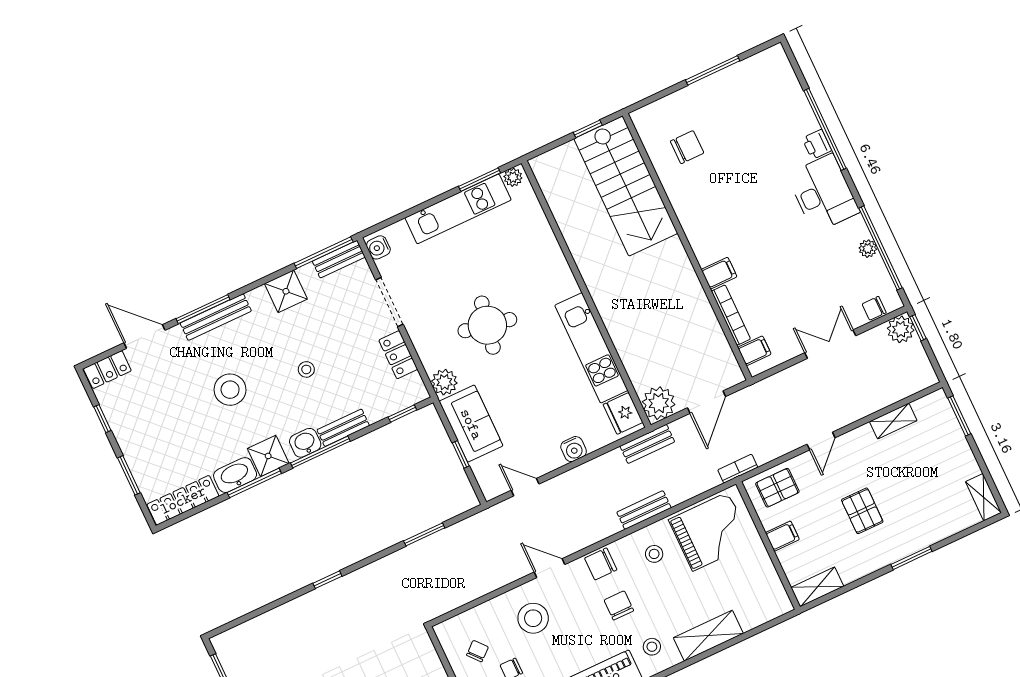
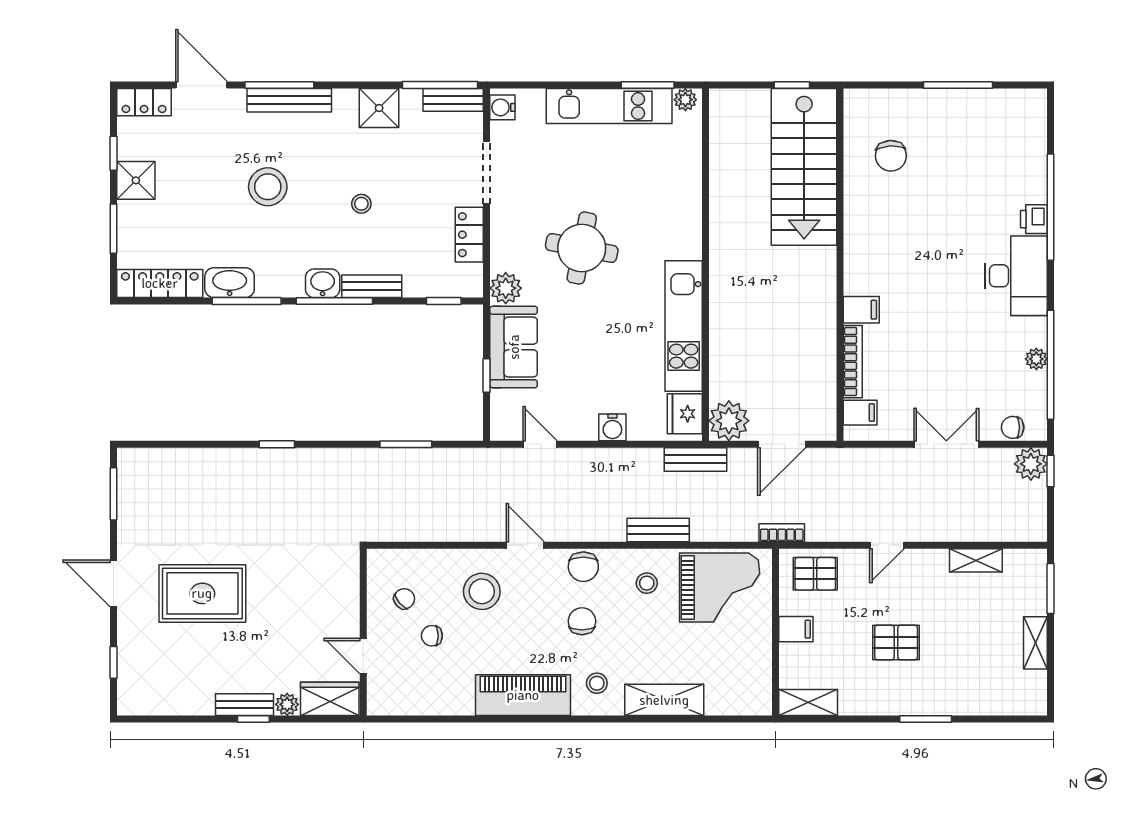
chair: (687, 147) -> (891, 156), turned 87
shower: (268, 456) -> (136, 180), moved
shelving: (983, 497) -> (1035, 643), moved
pallet: (862, 511) -> (896, 642), turned 90
chair: (601, 564) -> (583, 567), turned -90

